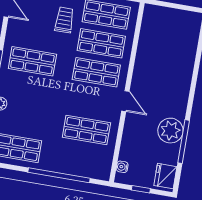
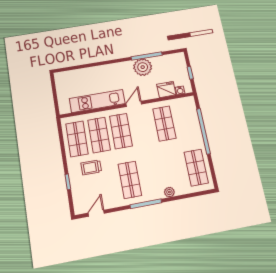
kitchen unit: (146, 56) -> (97, 101), added
fridge: (165, 176) -> (166, 90), moved, turned 180

